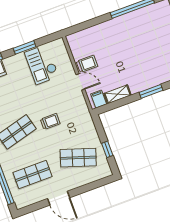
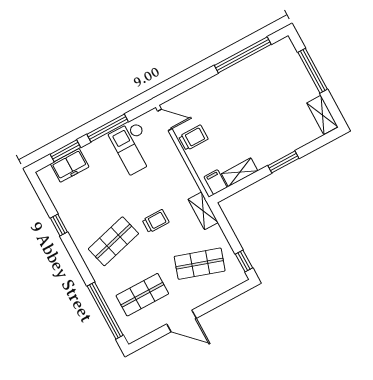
window: (25, 47) -> (108, 128), width x1.44
door: (80, 82) -> (165, 120), moved
shelving: (86, 119) -> (203, 211), added
window: (107, 149) -> (244, 261), moved

